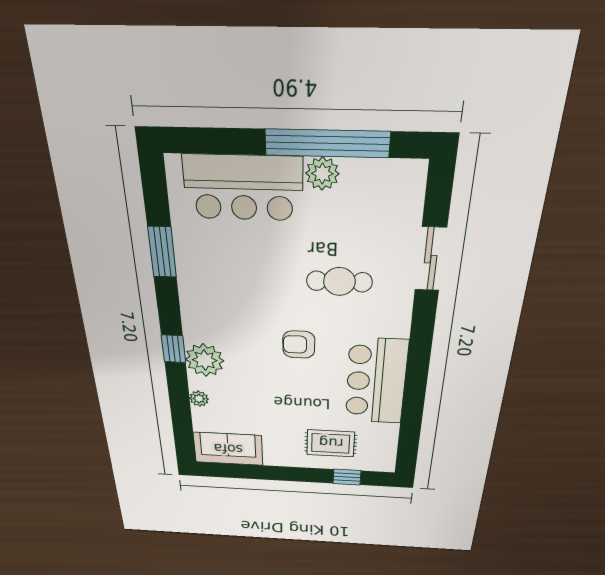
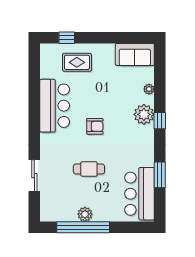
bar counter: (243, 188) -> (140, 194), moved, turned -90
cafe table: (339, 282) -> (89, 169), moved

